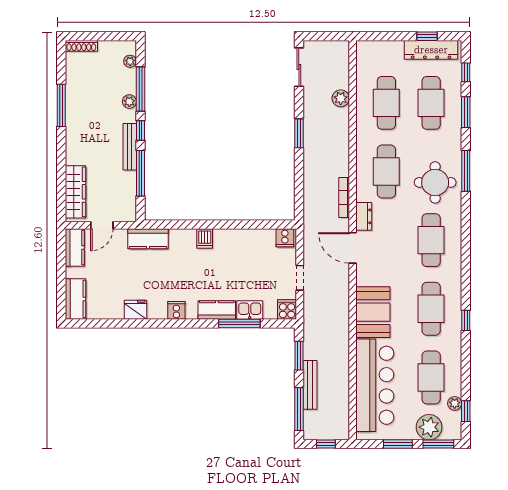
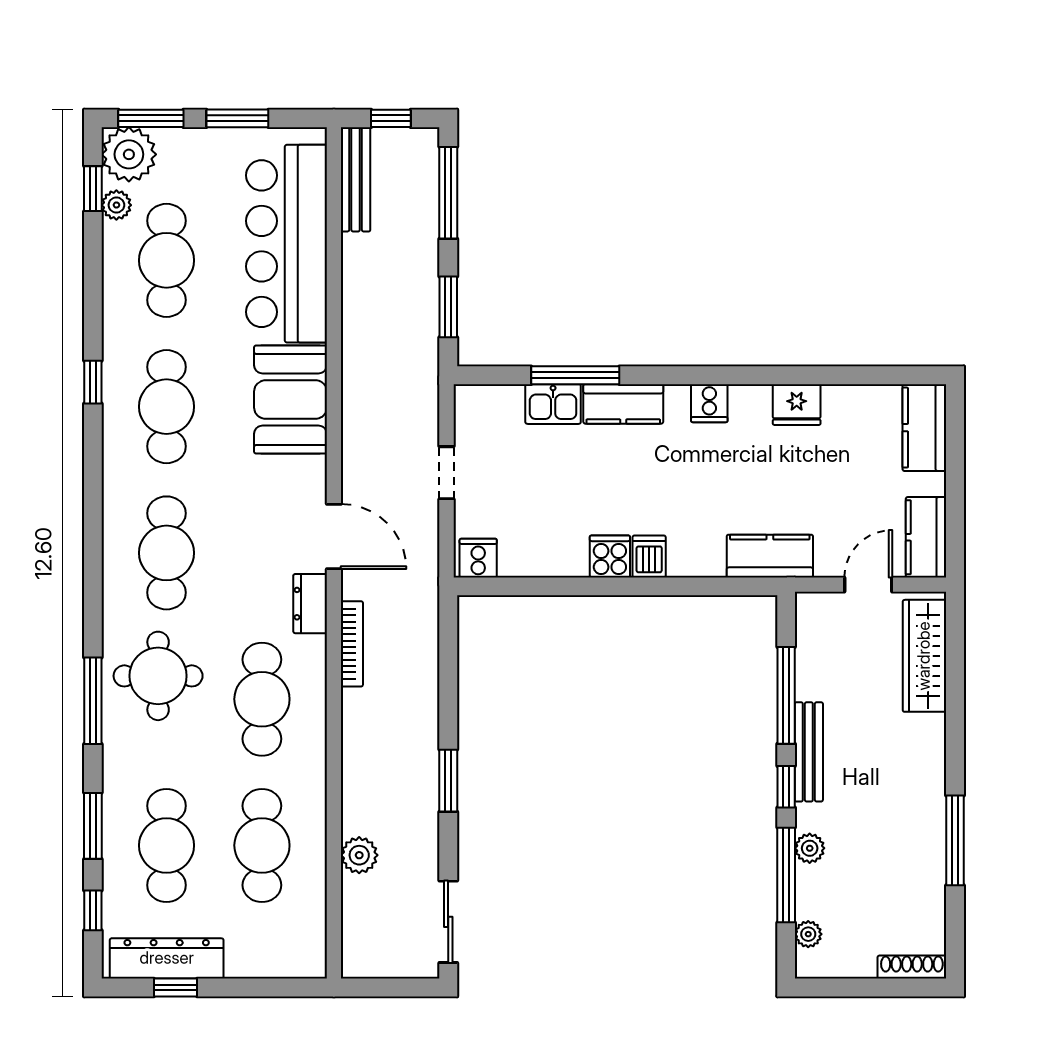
cooker: (287, 310) -> (610, 556), moved, turned 180
bench: (310, 385) -> (356, 179), moved
plant: (429, 427) -> (129, 154), moved

